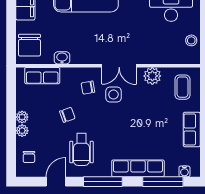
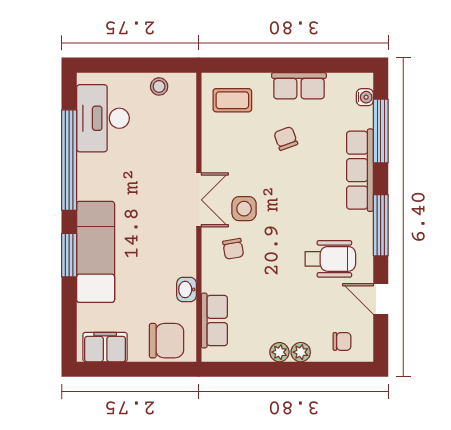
plant: (152, 76) -> (215, 148), removed
chair: (67, 115) -> (286, 138), moved

